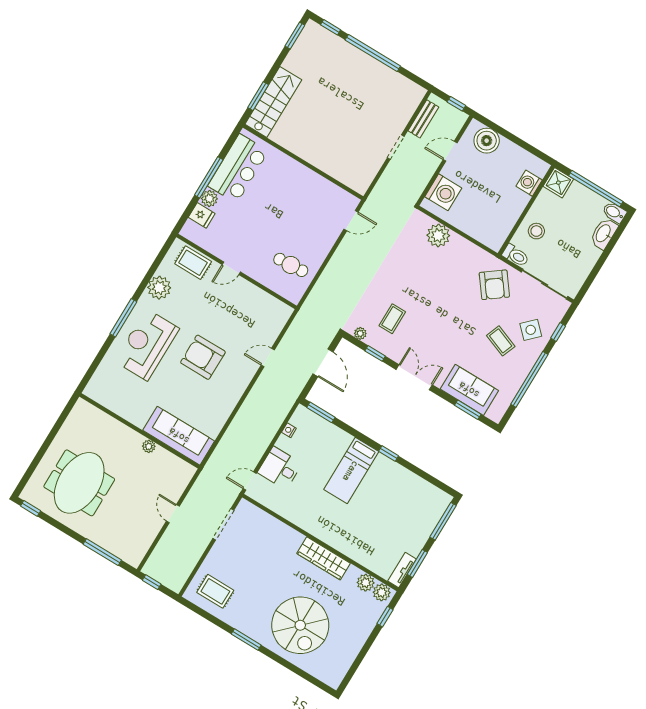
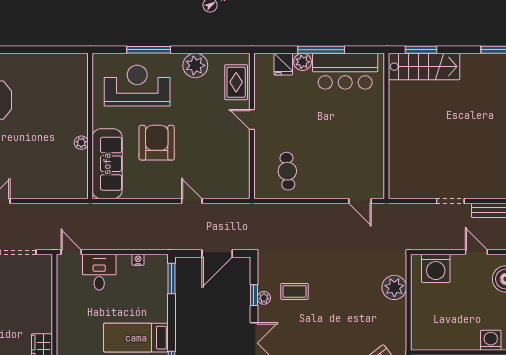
plant: (360, 333) -> (264, 298), moved
wall: (140, 431) -> (90, 126), moved
sofa: (179, 436) -> (107, 164), moved
plant: (149, 446) -> (81, 143), moved

